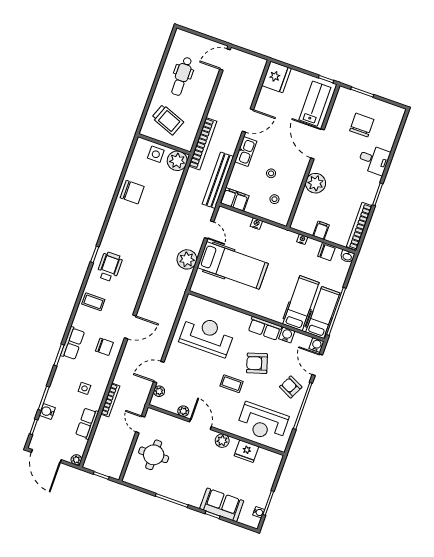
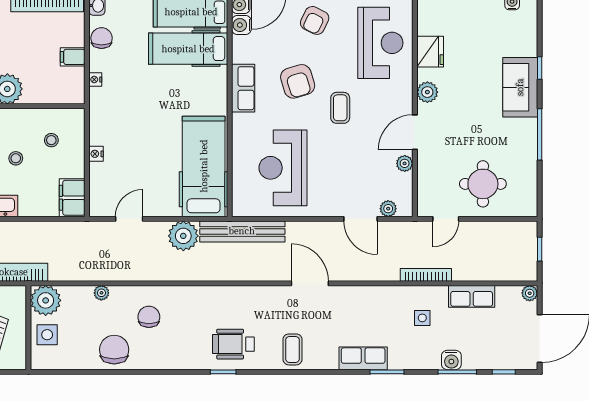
bench: (218, 180) -> (242, 231), moved
plant: (170, 197) -> (101, 293), added
hospital bed: (233, 265) -> (204, 166), moved
water cooler: (287, 335) -> (241, 25), moved
chair: (104, 347) -> (149, 317), moved
water cooler: (47, 411) -> (451, 360), moved
sofa: (222, 505) -> (520, 87), moved

